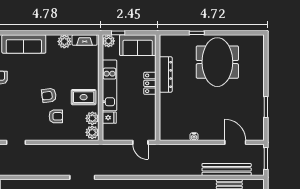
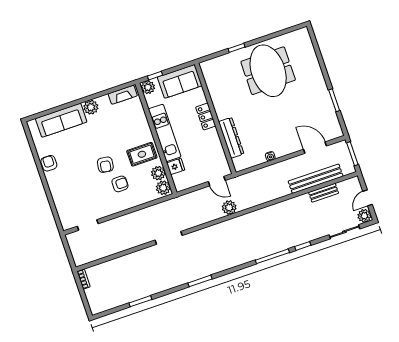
plant: (64, 41) -> (91, 107), moved
dresser: (166, 74) -> (231, 138), moved
armchair: (49, 95) -> (105, 165), turned -74
plant: (143, 169) -> (229, 208), added

